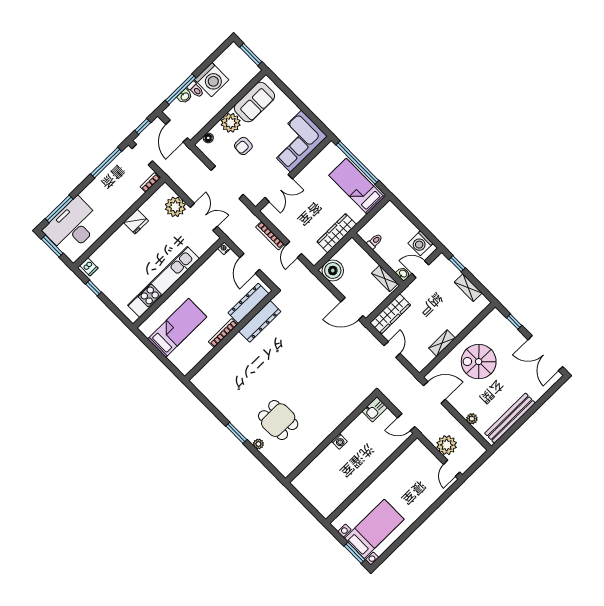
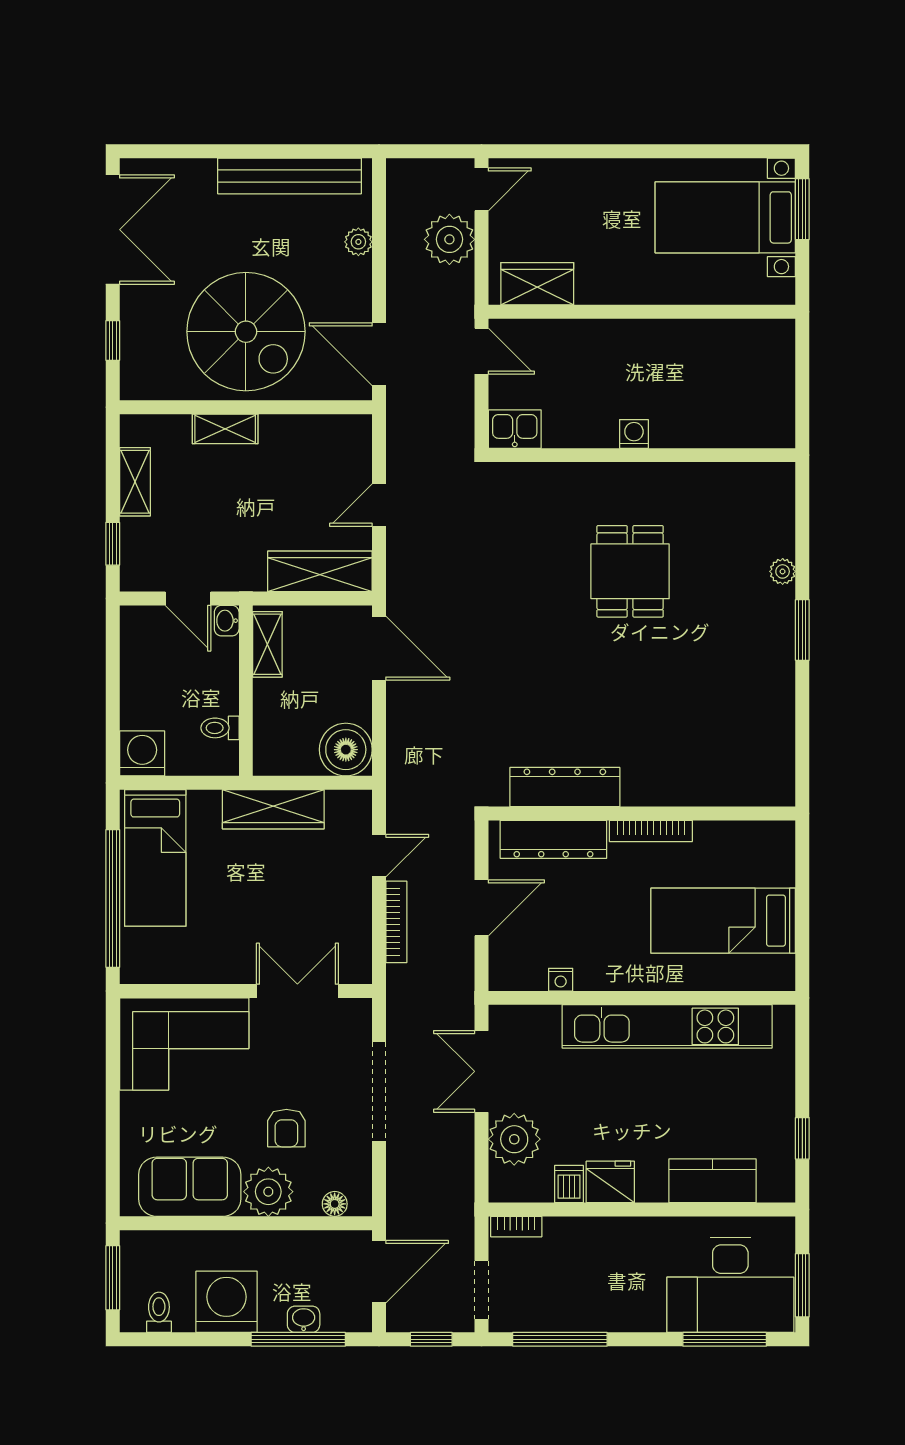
toilet: (196, 89) -> (159, 1312), moved
armchair: (243, 146) -> (286, 1128), turned 88
washing machine: (420, 243) -> (142, 753), moved, turned -90
nightstand: (224, 248) -> (561, 980), moved
kitchen counter: (107, 251) -> (713, 1181), added
dishwasher: (89, 267) -> (569, 1184), moved
shelving: (442, 343) -> (225, 429), moved
spiral stairs: (479, 362) -> (246, 332), width x1.37, depth x1.37
dining table: (278, 420) -> (630, 571), moved
wardrobe: (409, 457) -> (537, 284), added

